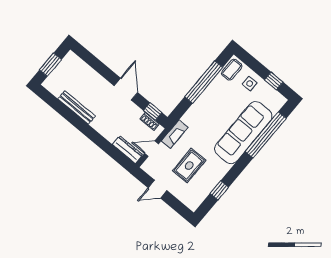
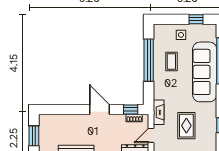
coffee table: (232, 70) -> (171, 61), moved

